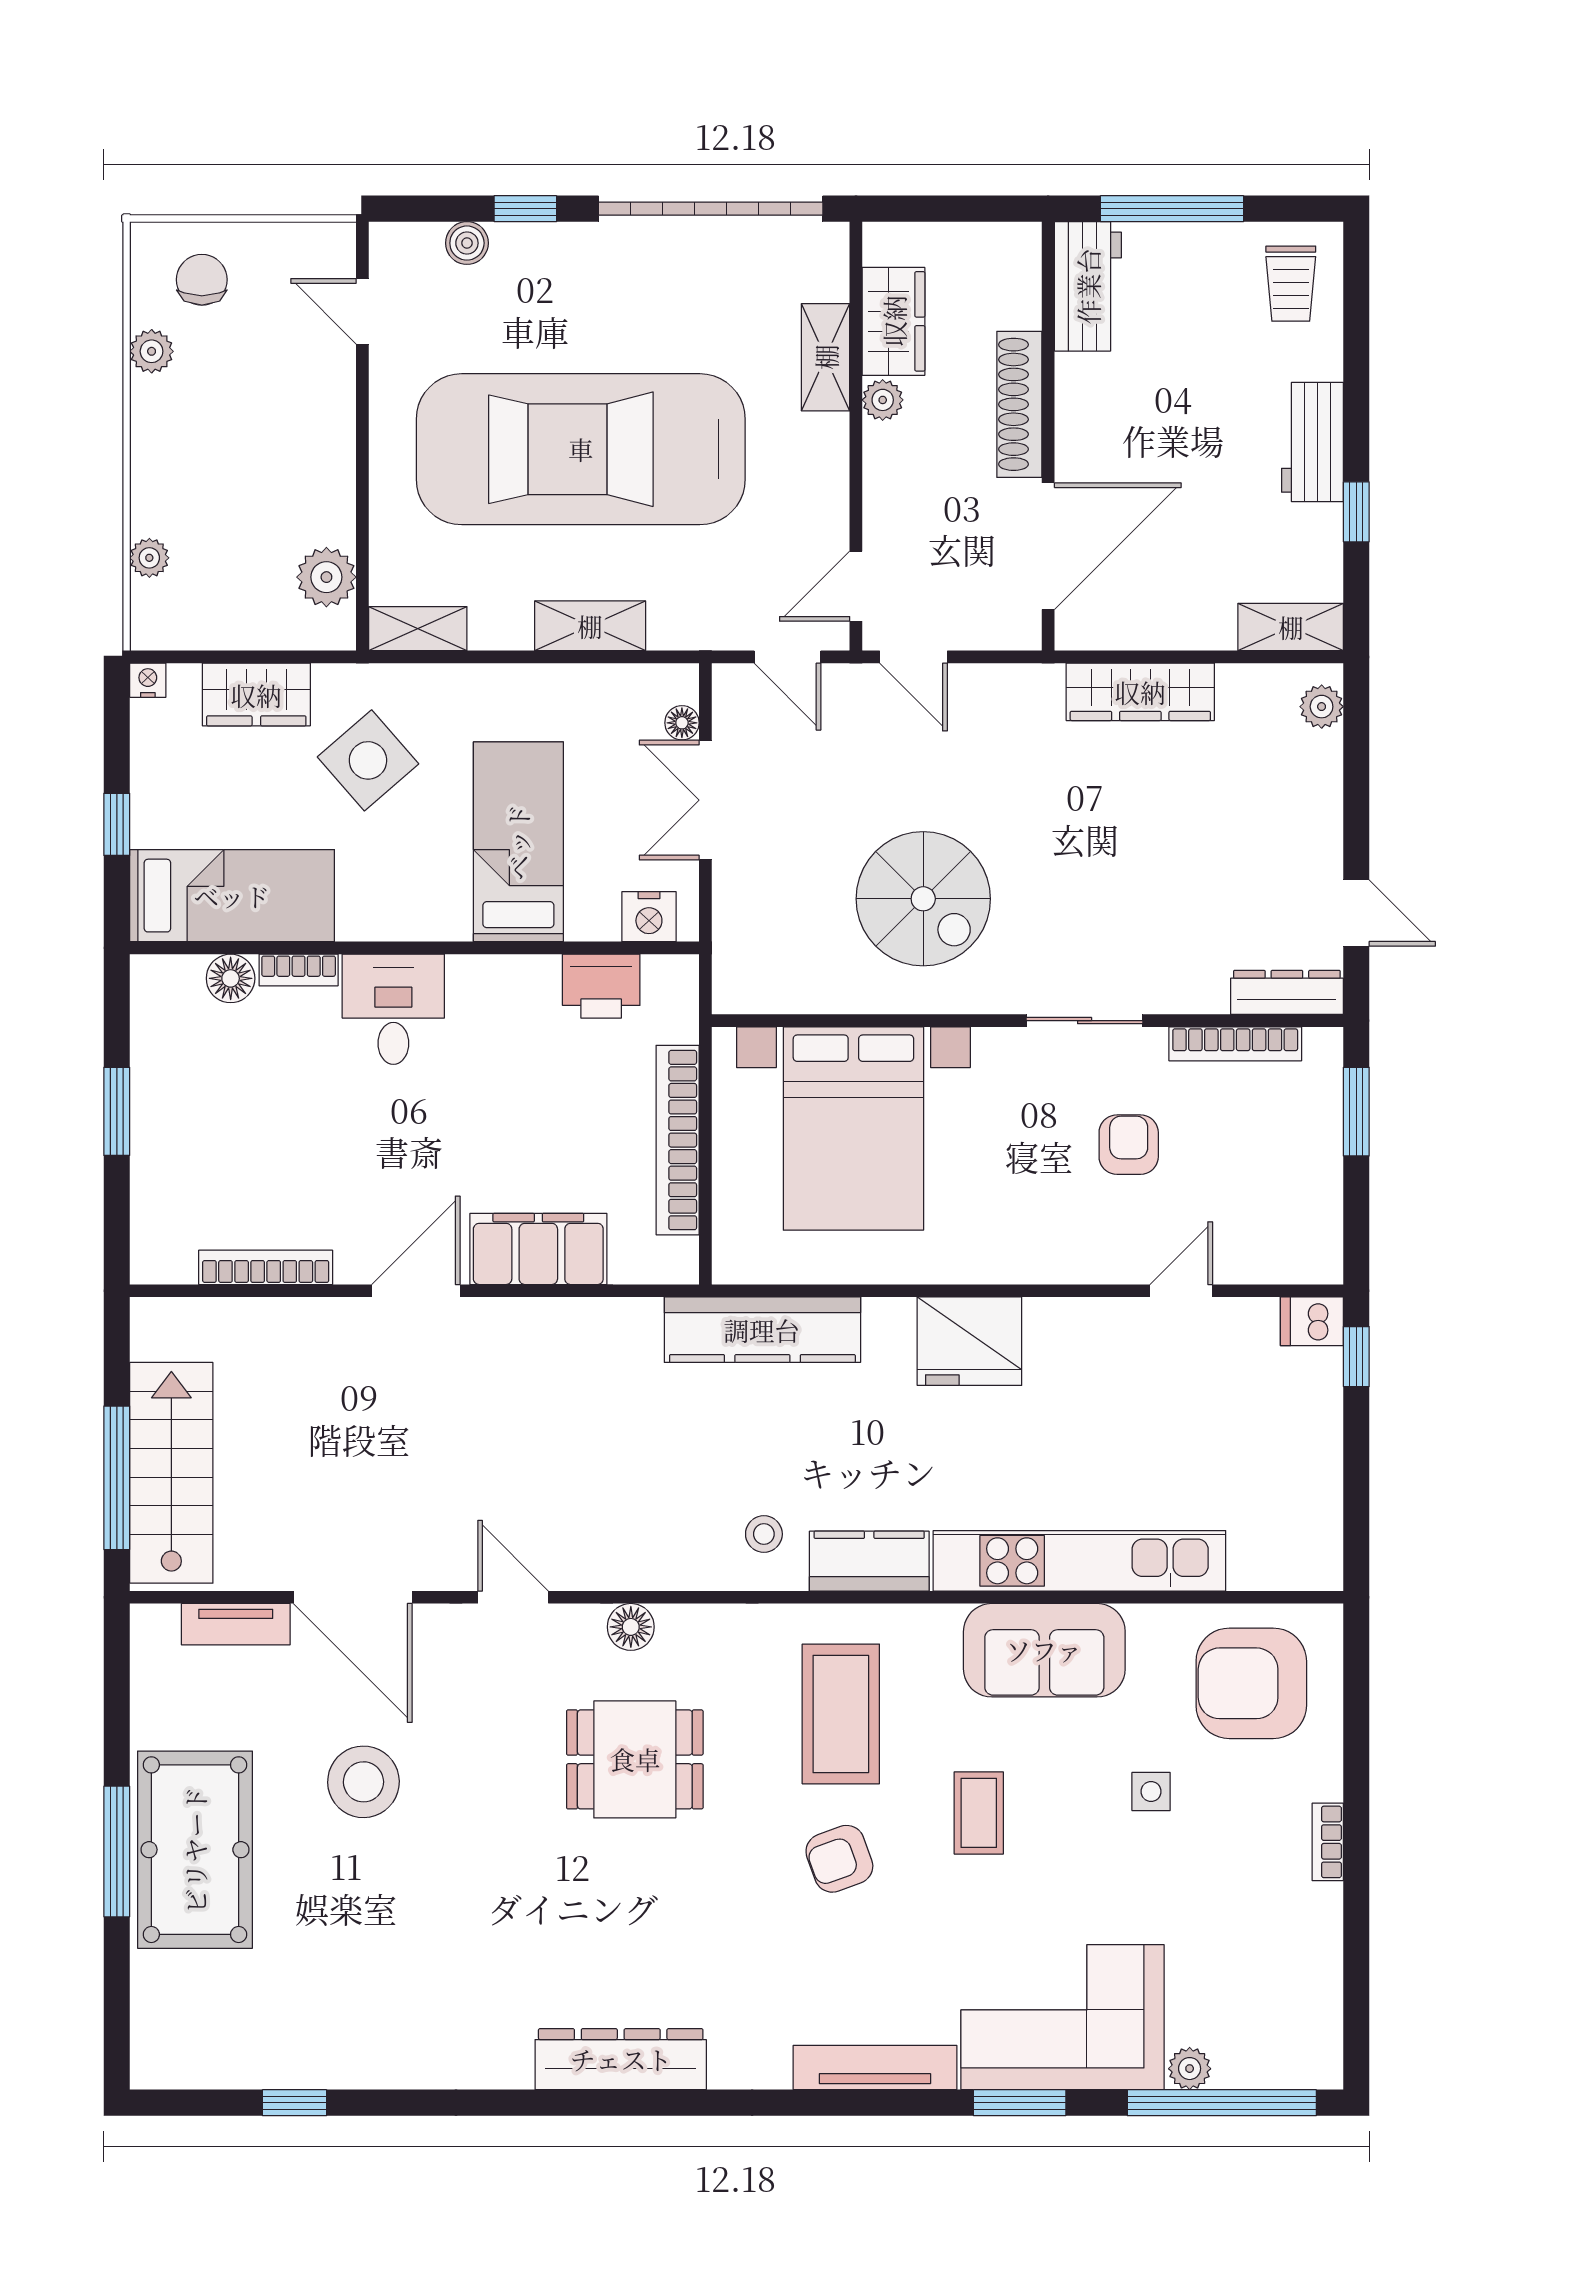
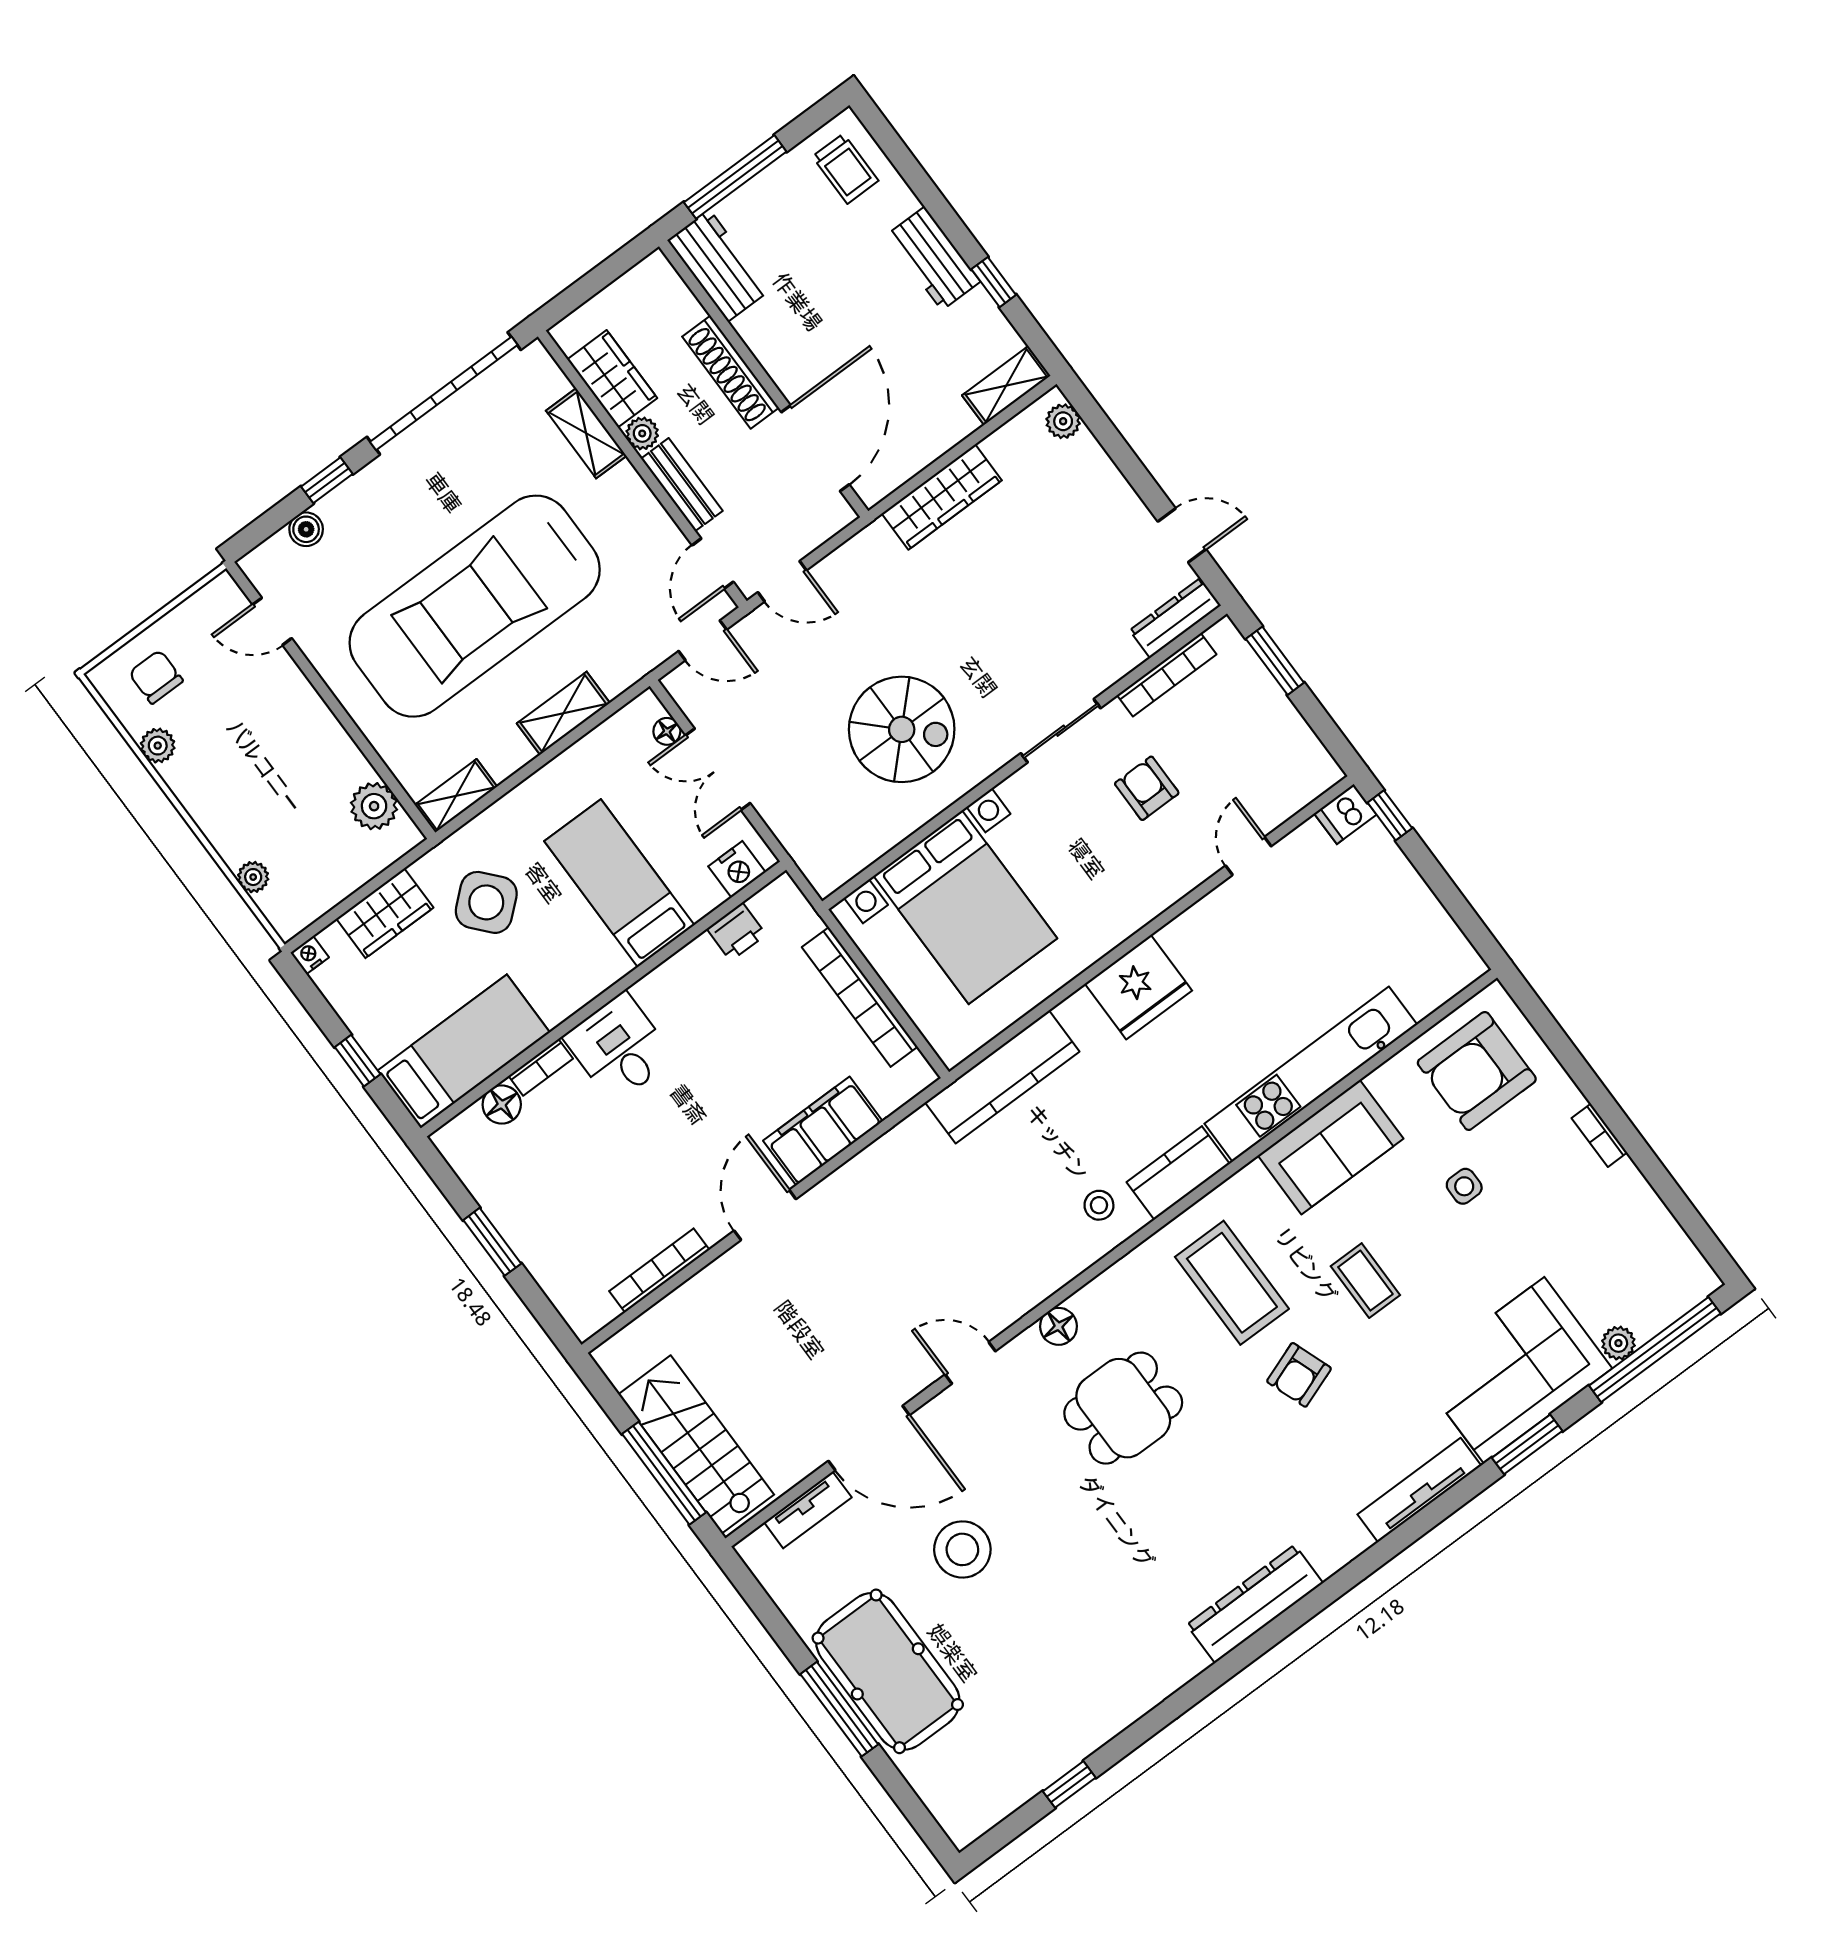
bench: (884, 482) -> (682, 485), added
printer: (601, 986) -> (736, 932), width x0.73, depth x0.81

